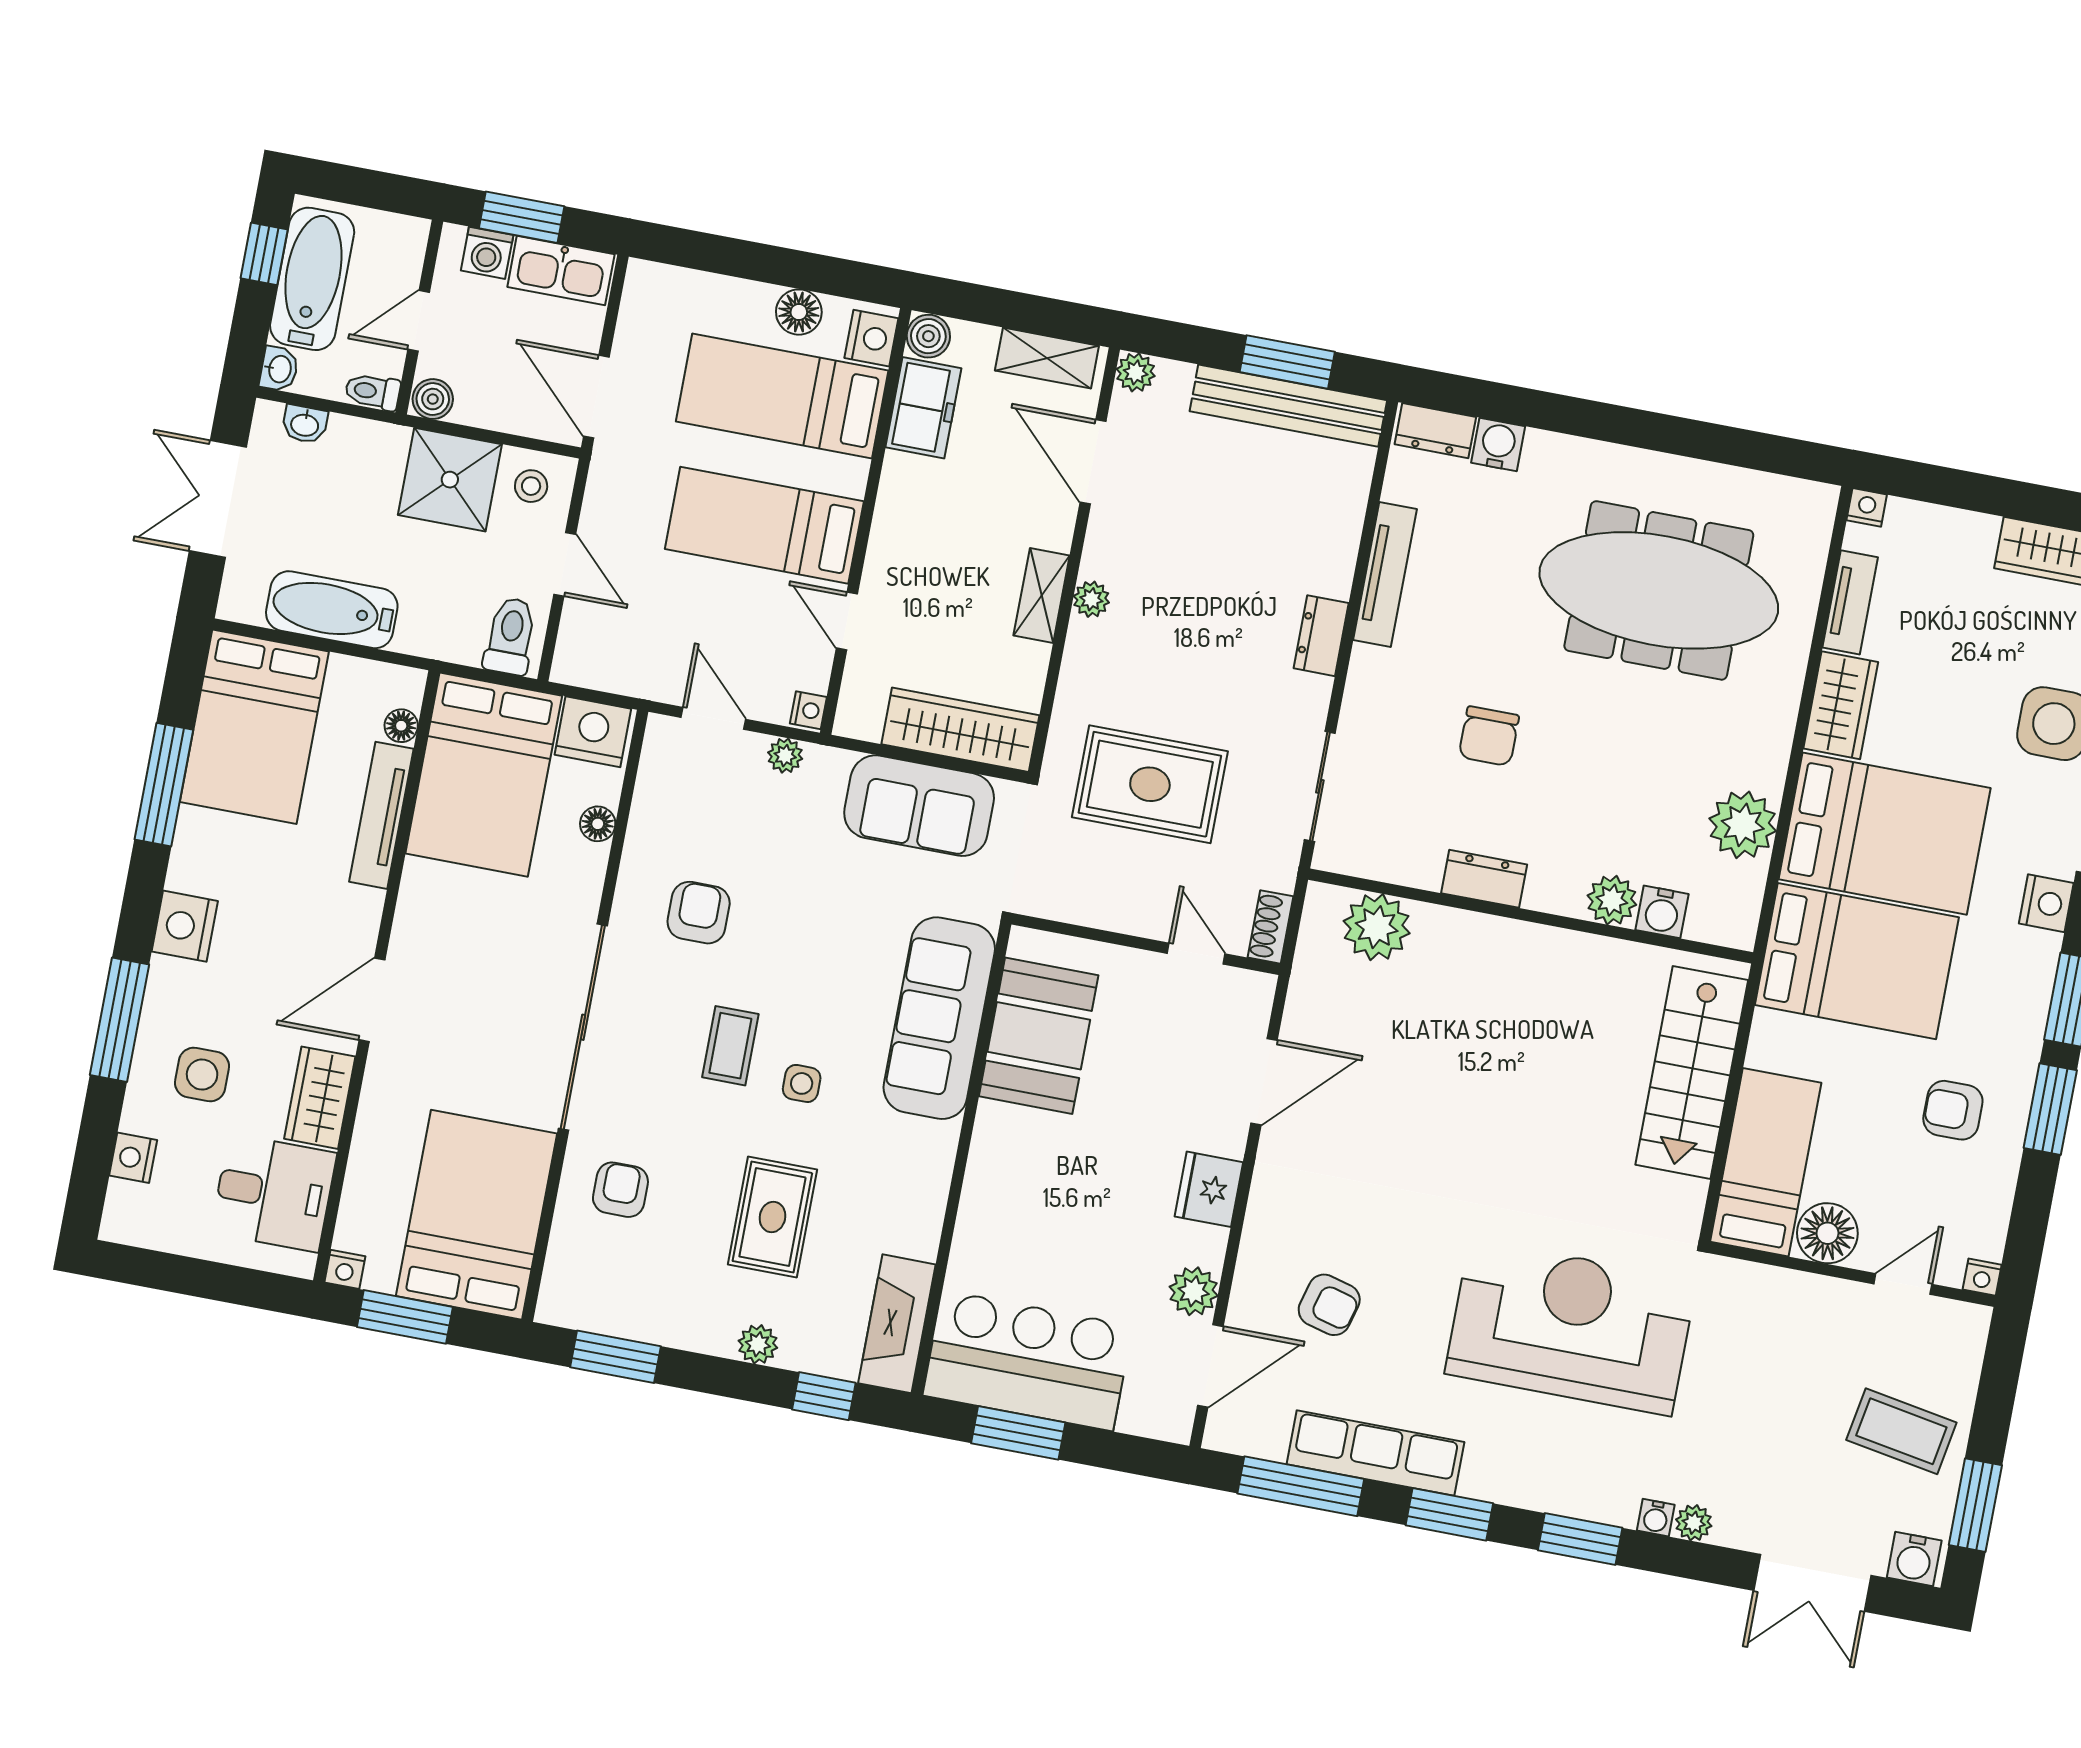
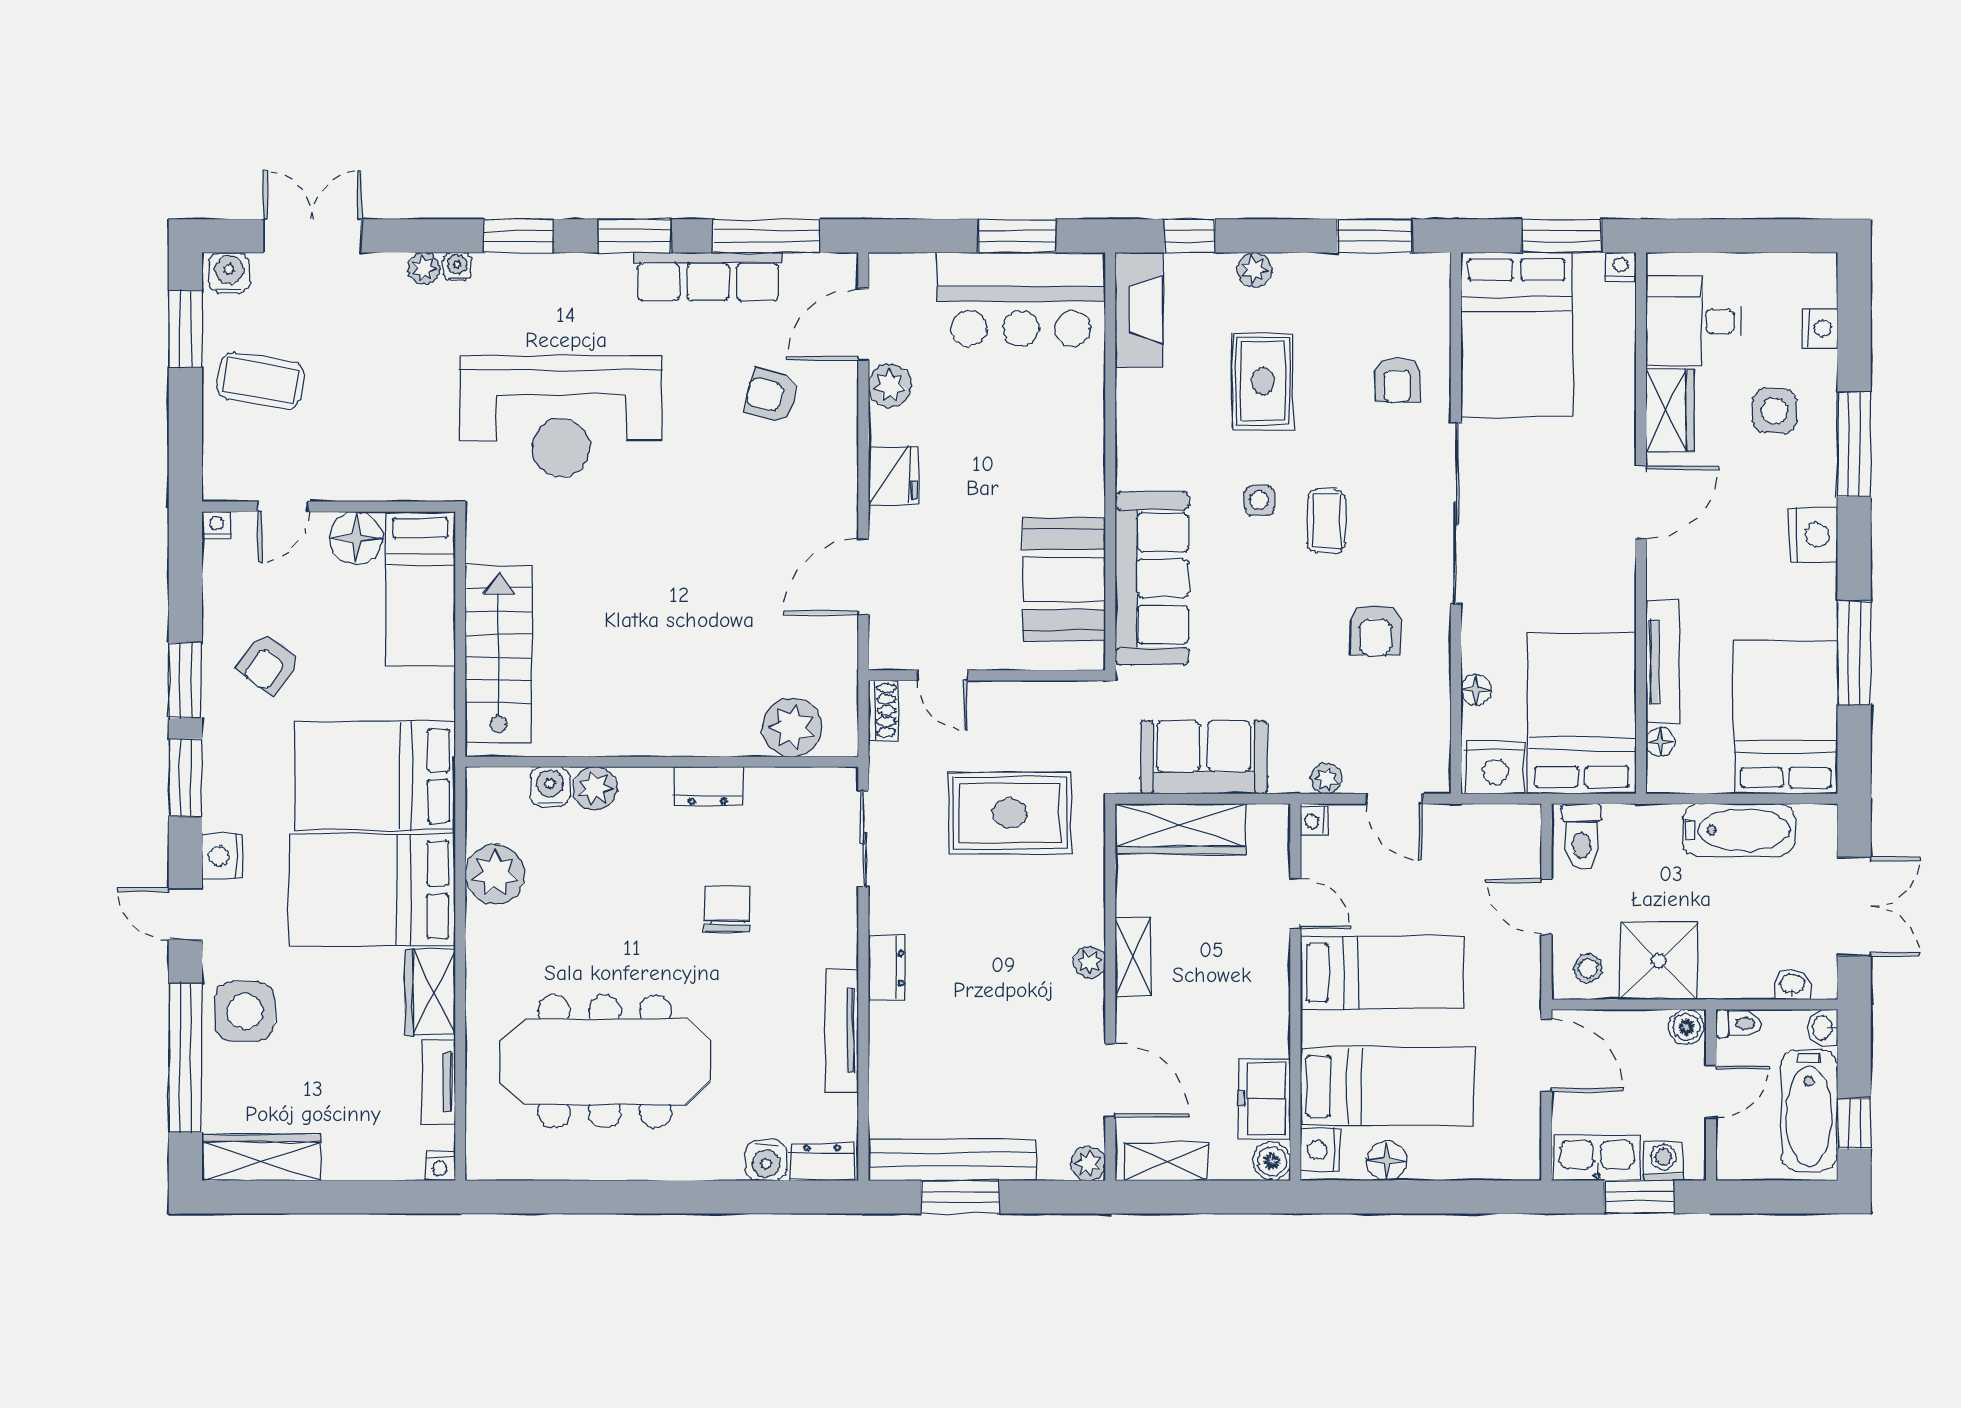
armchair: (1953, 1110) -> (269, 664), turned 127

